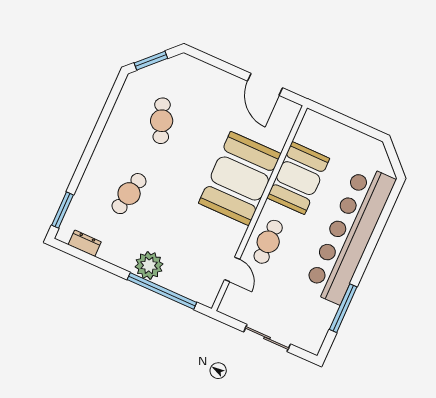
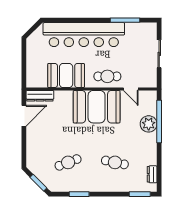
window: (105, 116) -> (79, 194), added
dresser: (285, 123) -> (40, 96), added
booth: (240, 178) -> (97, 107), moved
plant: (149, 265) -> (149, 124), moved
door: (232, 269) -> (131, 89), swing flipped

